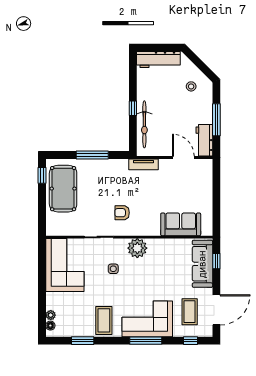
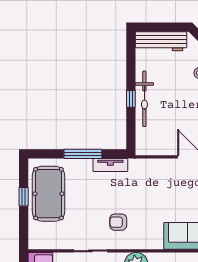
bicycle: (144, 124) -> (144, 99), moved
tv unit: (144, 164) -> (110, 165), moved
window: (42, 175) -> (24, 197), moved

